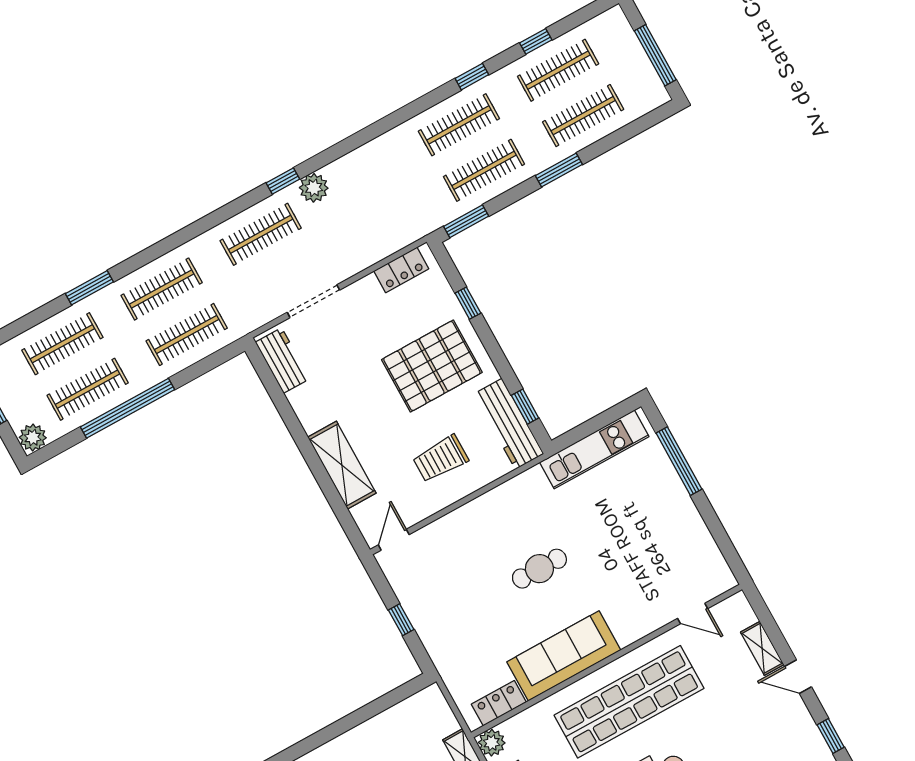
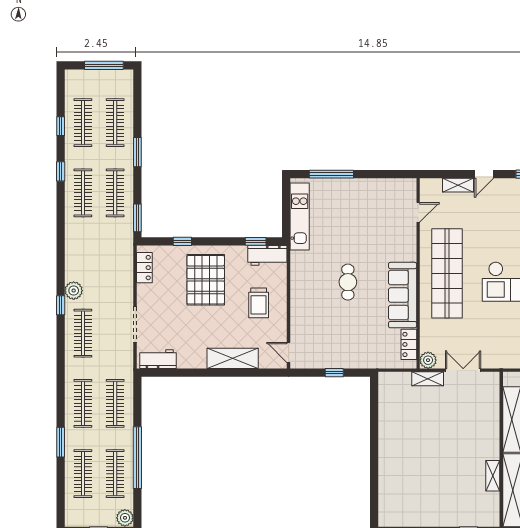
workbench: (509, 424) -> (267, 255), width x0.73

